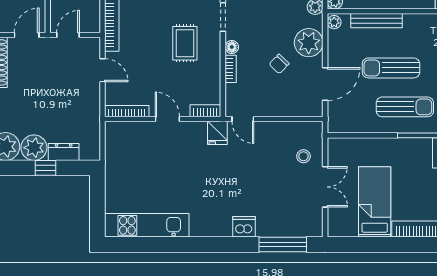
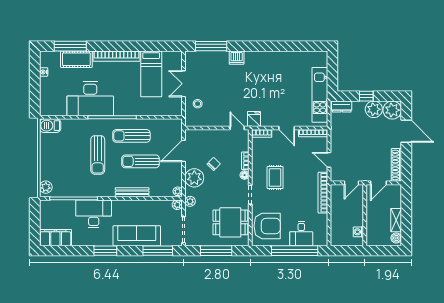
bench: (377, 21) -> (132, 192), moved
sun lounger: (391, 68) -> (141, 161), turned 180
dresser: (64, 152) -> (342, 107), moved
kitchen unit: (147, 225) -> (320, 95), moved, turned 90

